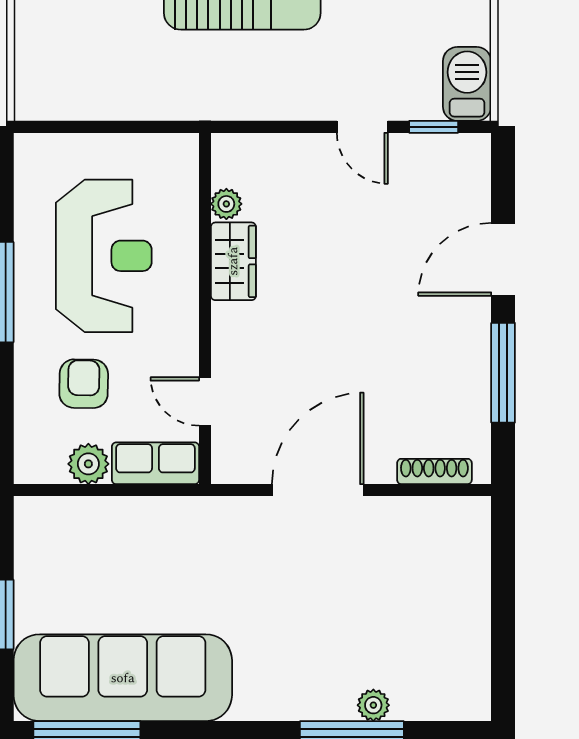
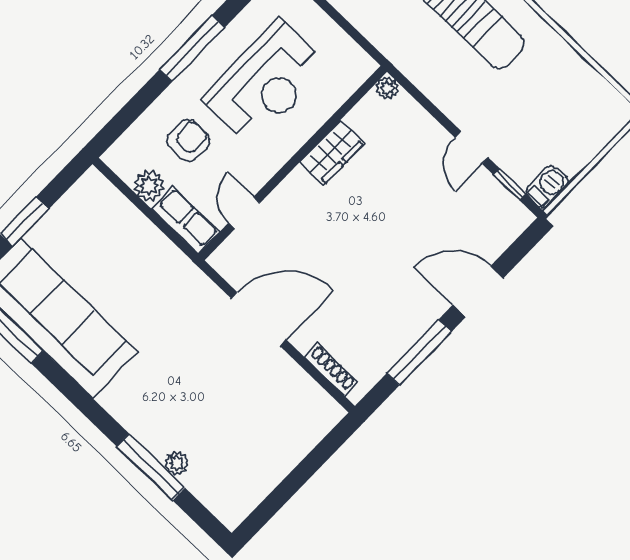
barbecue: (467, 84) -> (547, 187), width x0.73, depth x0.79
plant: (226, 204) -> (387, 88), moved

